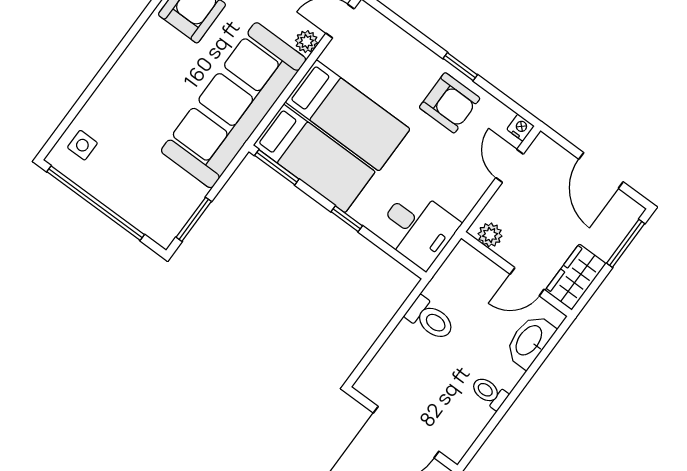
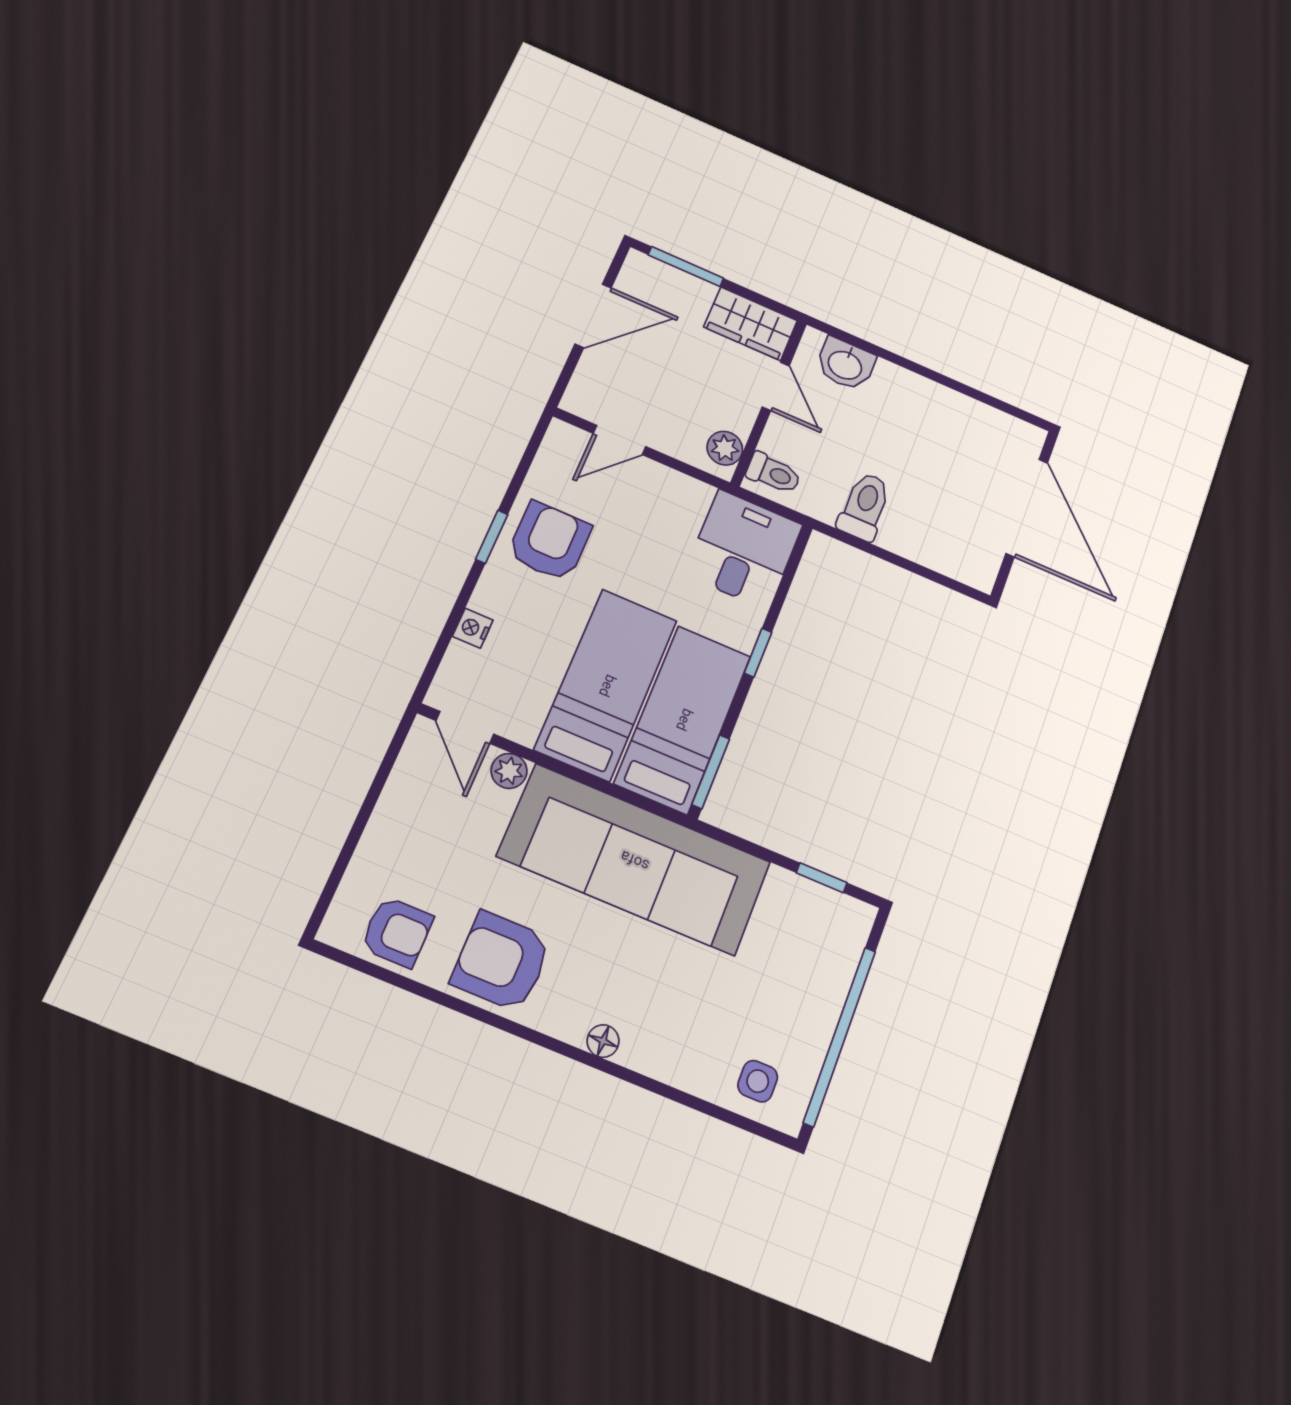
floor lamp: (130, 58) -> (603, 1041), added
nightstand: (521, 128) -> (473, 628), moved
window: (194, 219) -> (822, 878), width x0.67
washbasin: (530, 341) -> (845, 364), width x0.72
toilet: (489, 393) -> (773, 473), moved, turned -90

